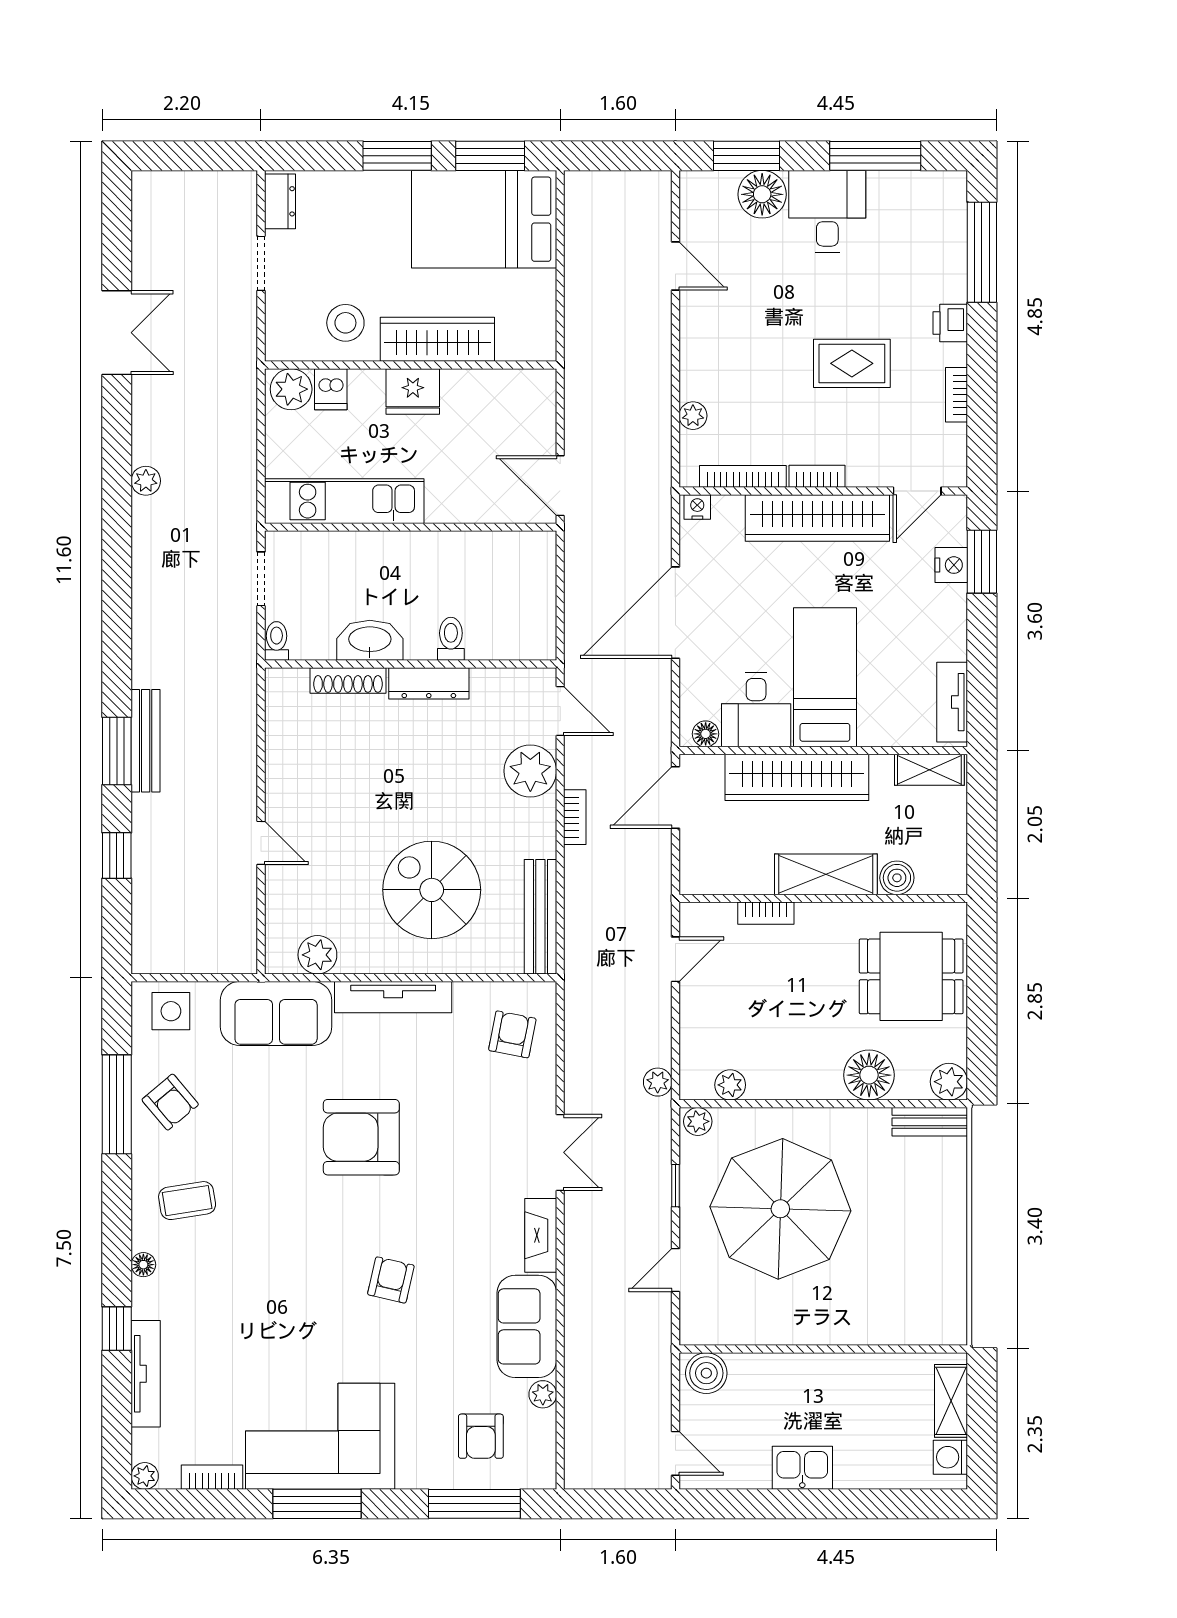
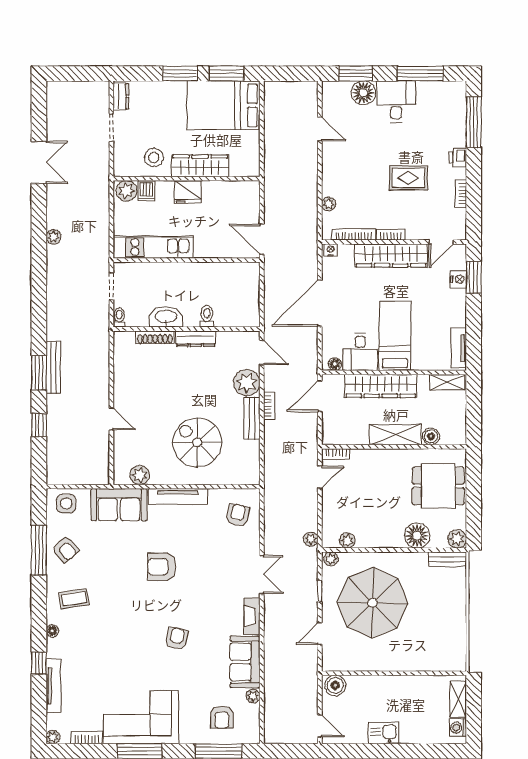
bookcase: (766, 913) -> (336, 454), moved
bench: (540, 917) -> (252, 418), moved, width x0.73
armchair: (361, 1137) -> (162, 567), width x0.73, depth x0.73

